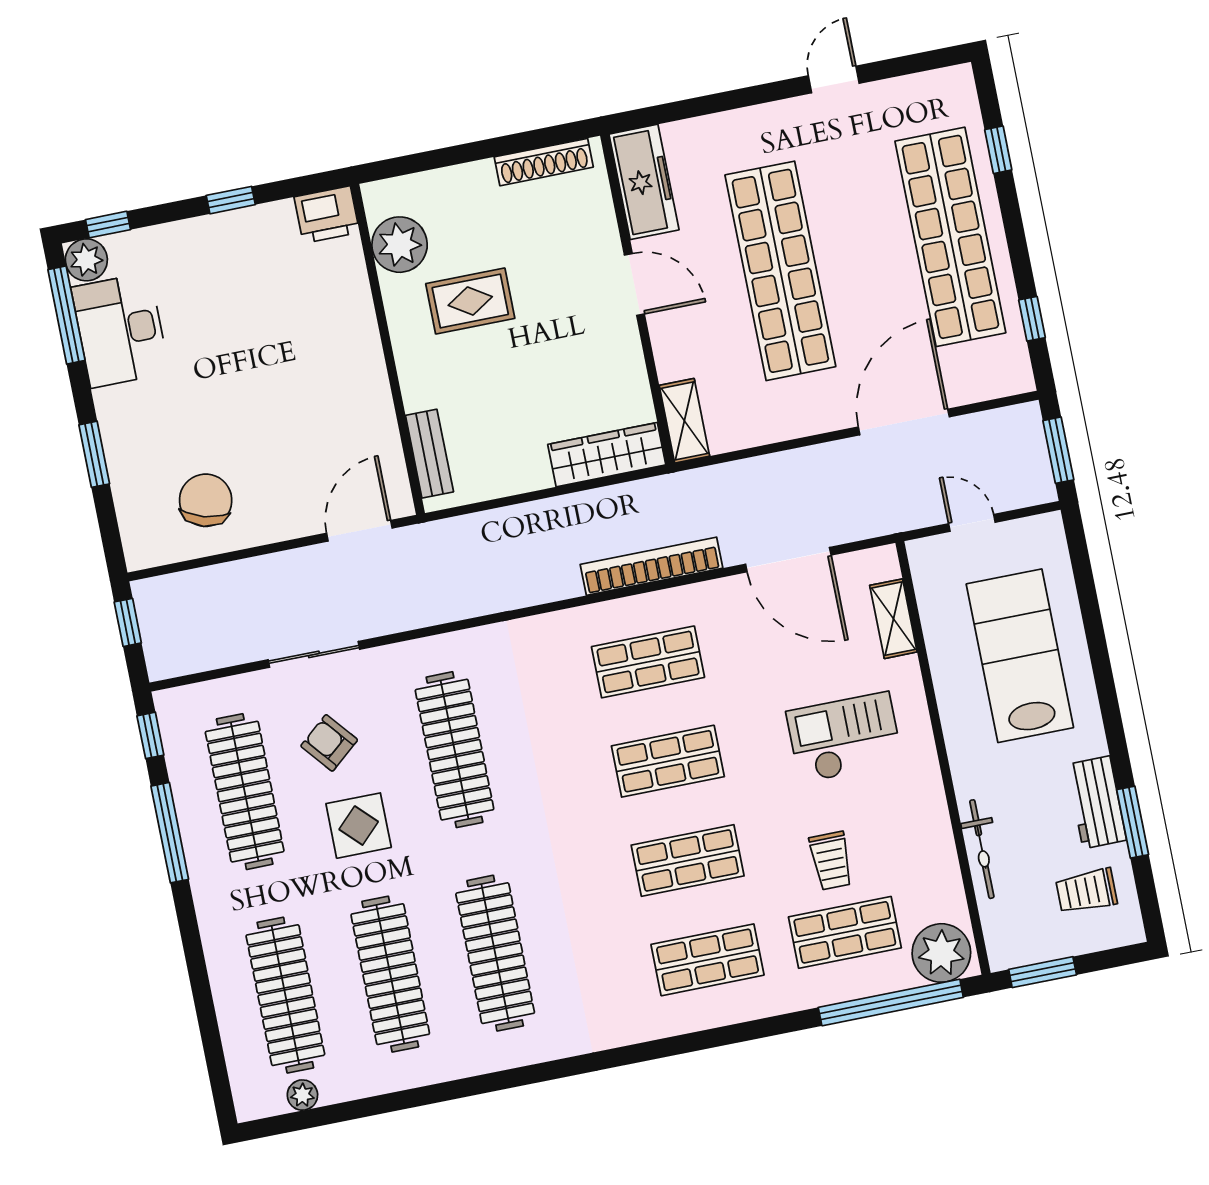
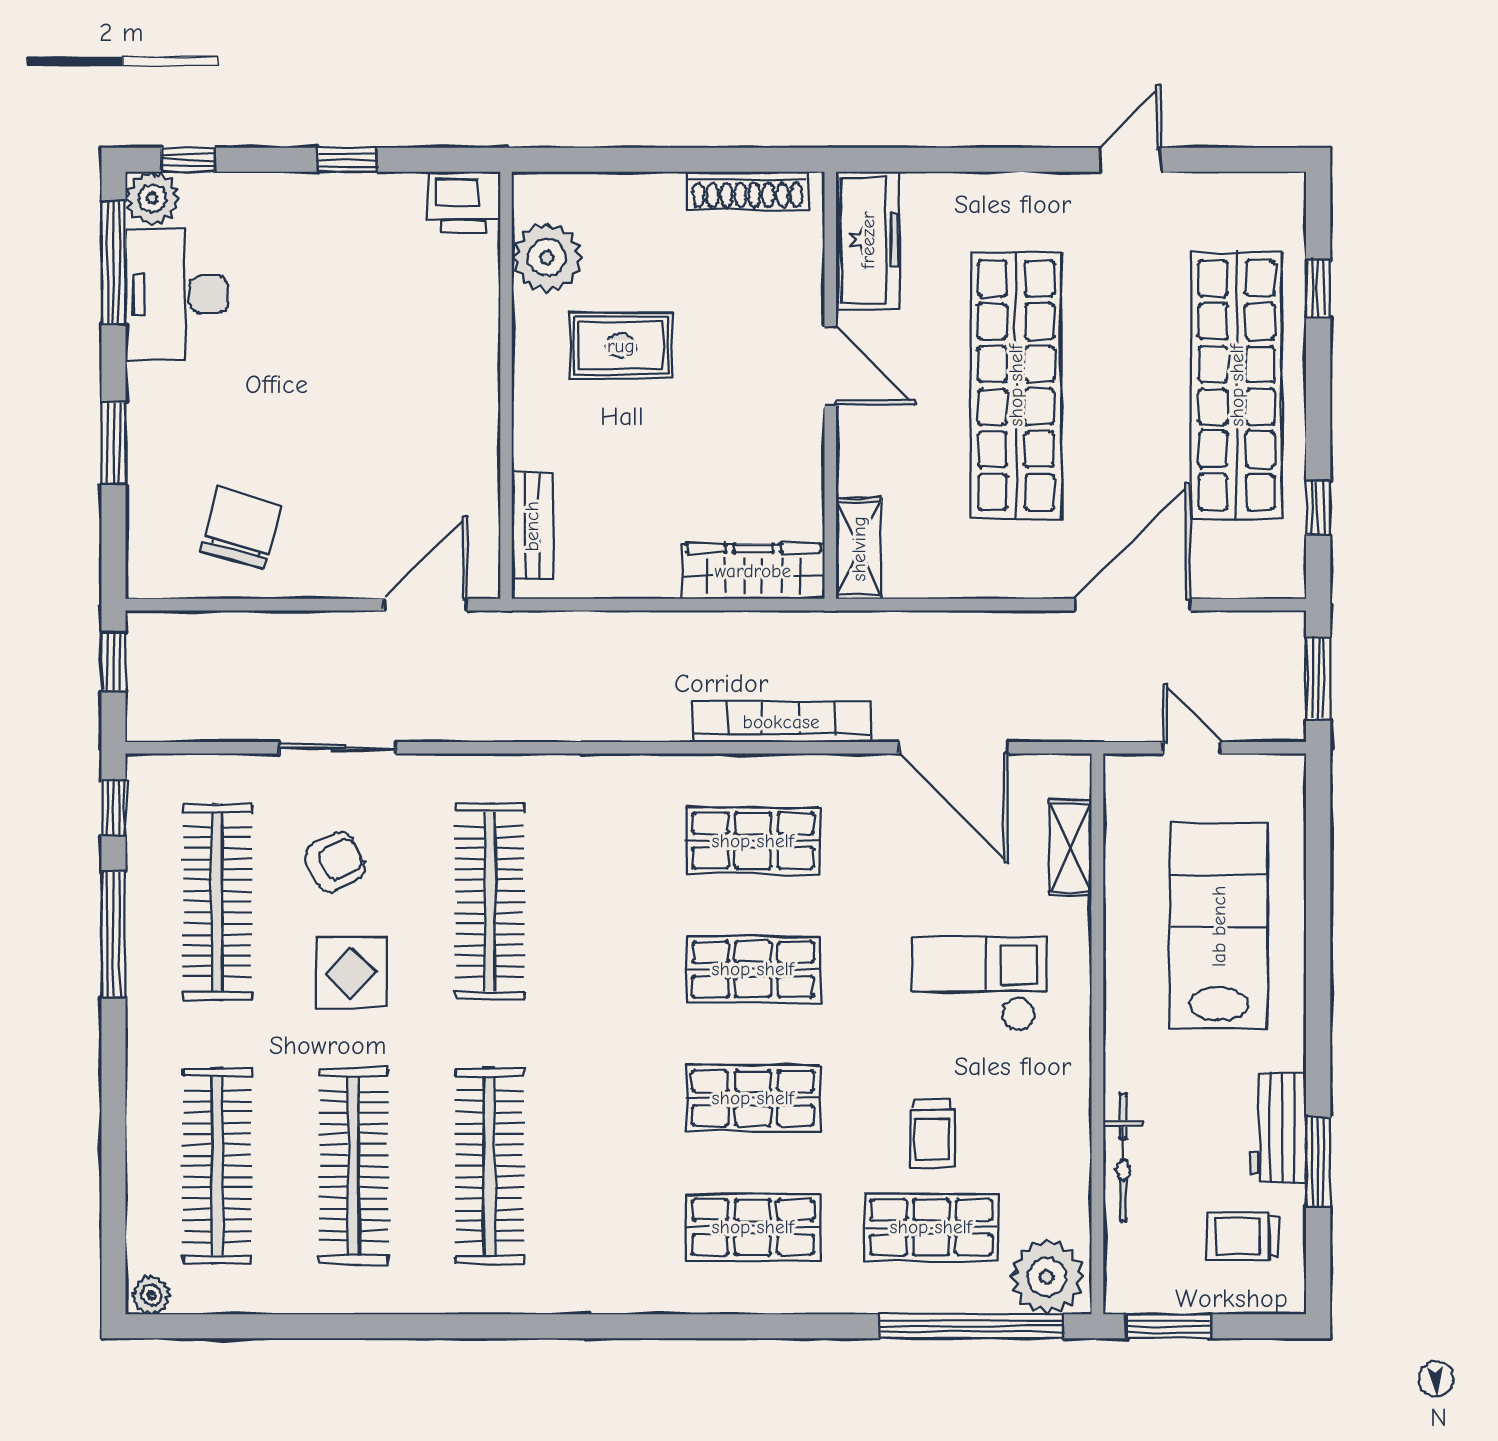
armchair: (329, 743) -> (335, 862), turned 103
plant: (302, 1095) -> (151, 1295), moved

